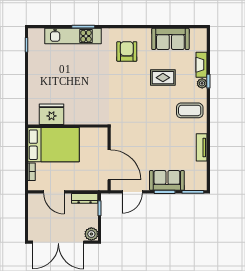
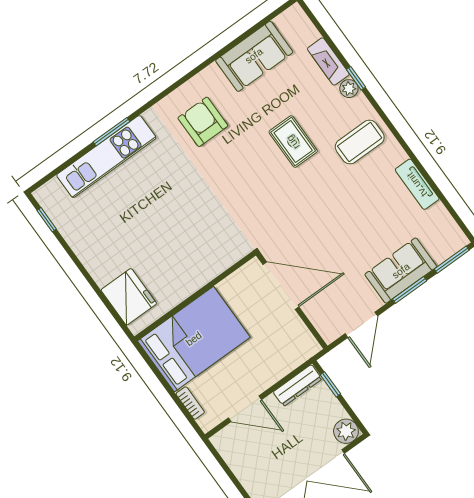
rug: (163, 78) -> (293, 142), moved, turned 90
fridge: (52, 114) -> (129, 297), moved, turned 90
door: (109, 165) -> (281, 286), moved

